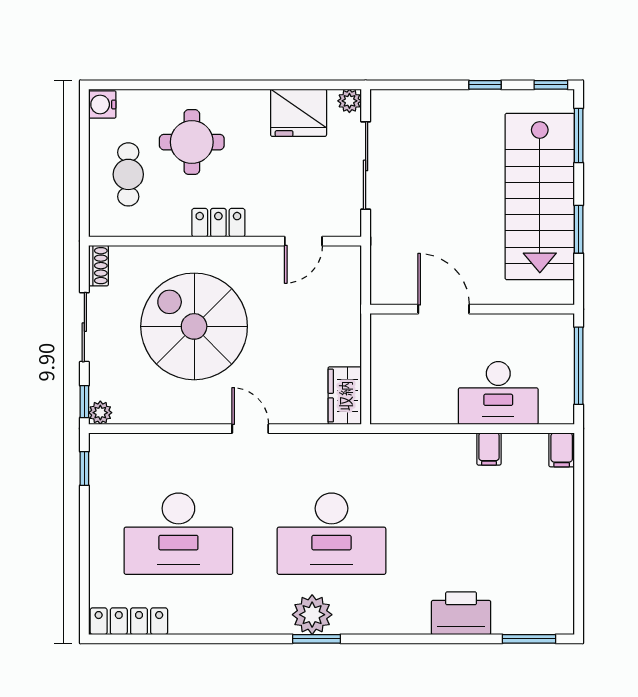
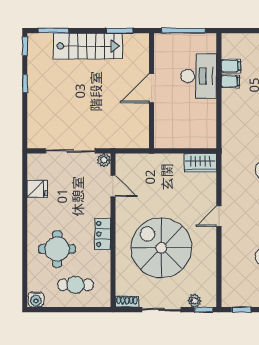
plant: (349, 101) -> (104, 160), moved
fridge: (299, 113) -> (37, 189), width x0.53, depth x0.75
stairs: (540, 196) -> (88, 46), width x0.73, depth x0.66
window: (579, 229) -> (120, 31), moved
door: (444, 309) -> (152, 88), moved
spiral stairs: (194, 326) -> (161, 248), turned 90
plant: (100, 413) -> (195, 301), moved
filing cabinet: (562, 450) -> (231, 66), moved

